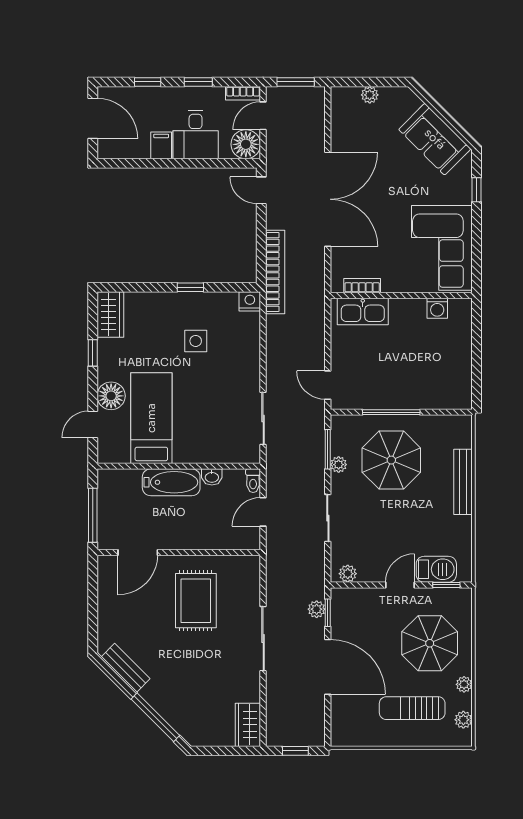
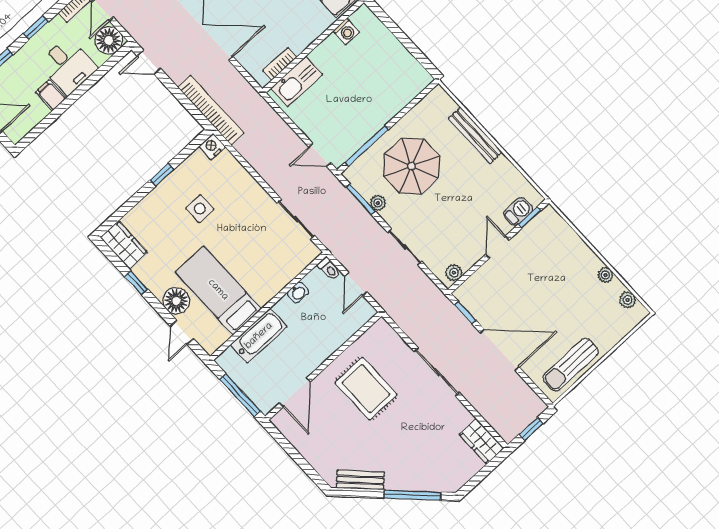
window: (391, 412) -> (367, 146), moved
bathtub: (171, 482) -> (259, 336), moved
barbecue: (436, 569) -> (518, 211), width x0.73, depth x0.79
plant: (317, 609) -> (455, 317), removed
parasol: (430, 643) -> (555, 269), removed
sun lounger: (412, 708) -> (571, 365), moved

